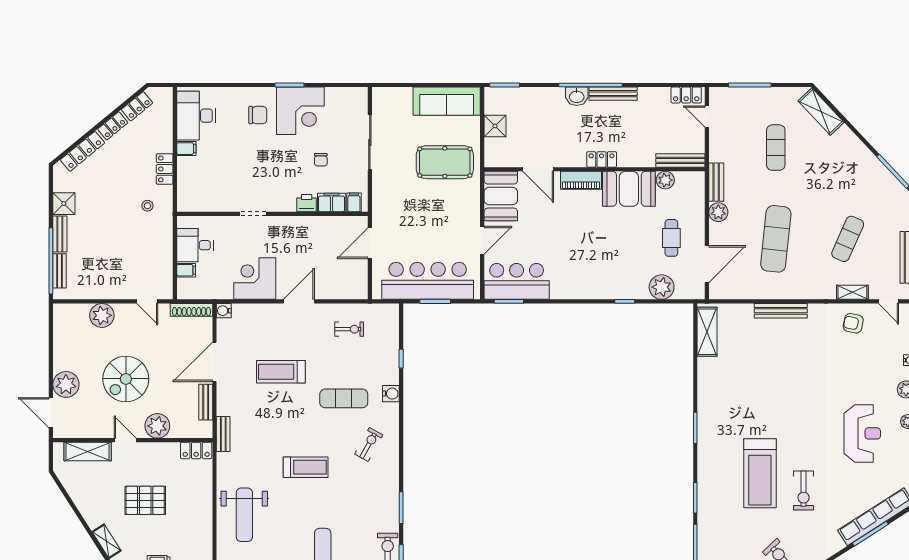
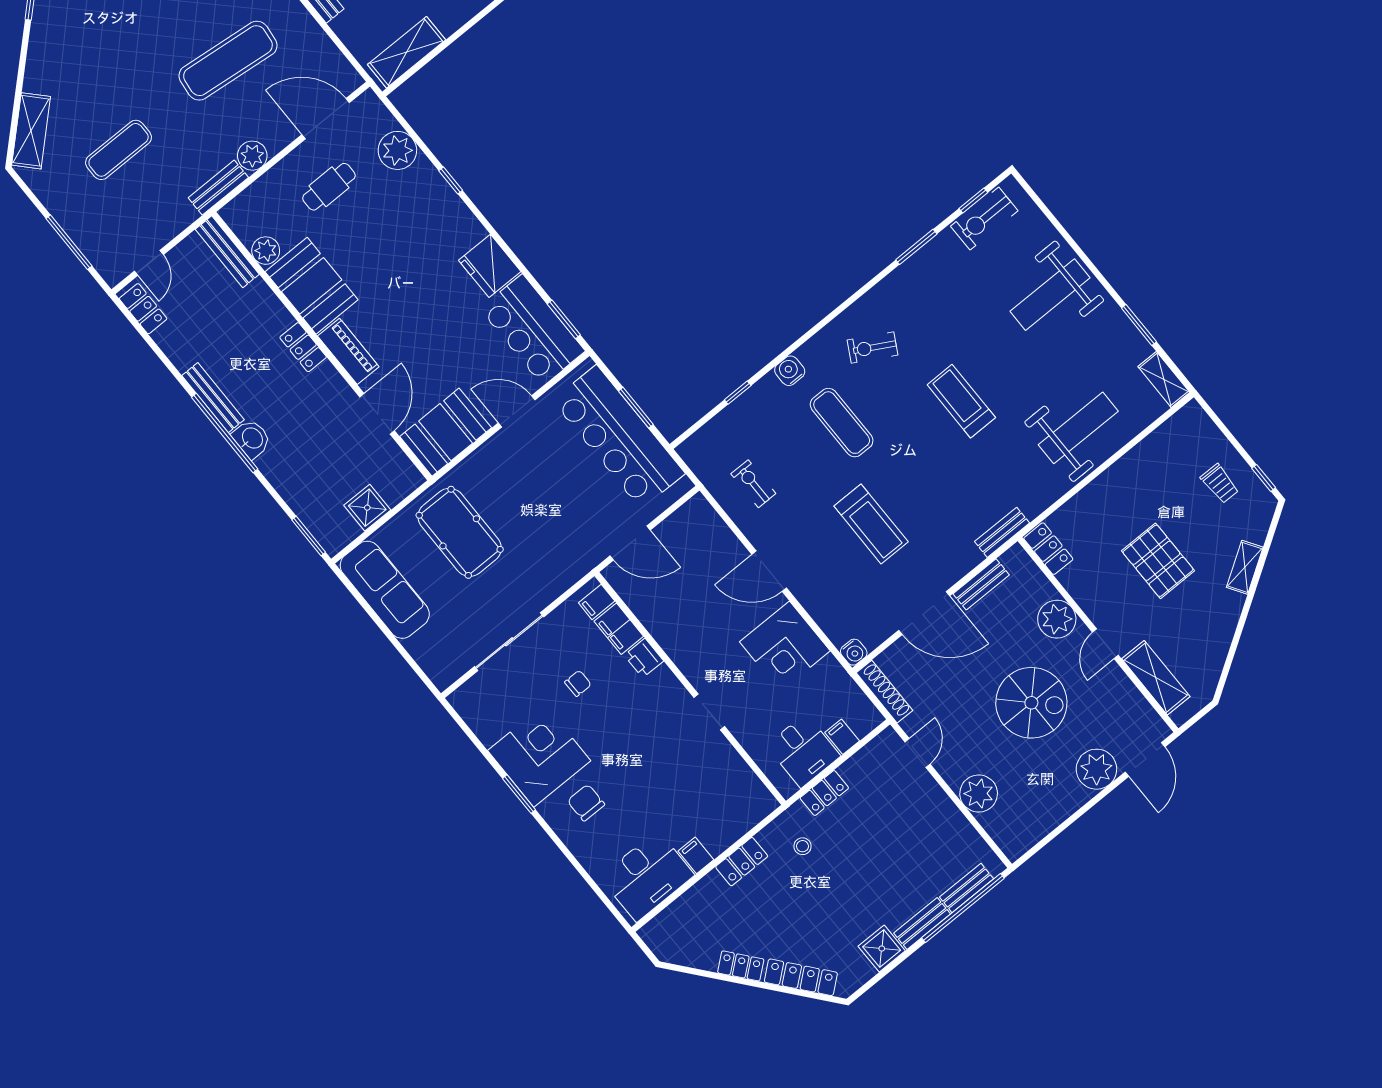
locker: (137, 106) -> (824, 793), moved, turned 129
fridge: (566, 286) -> (490, 266), added

